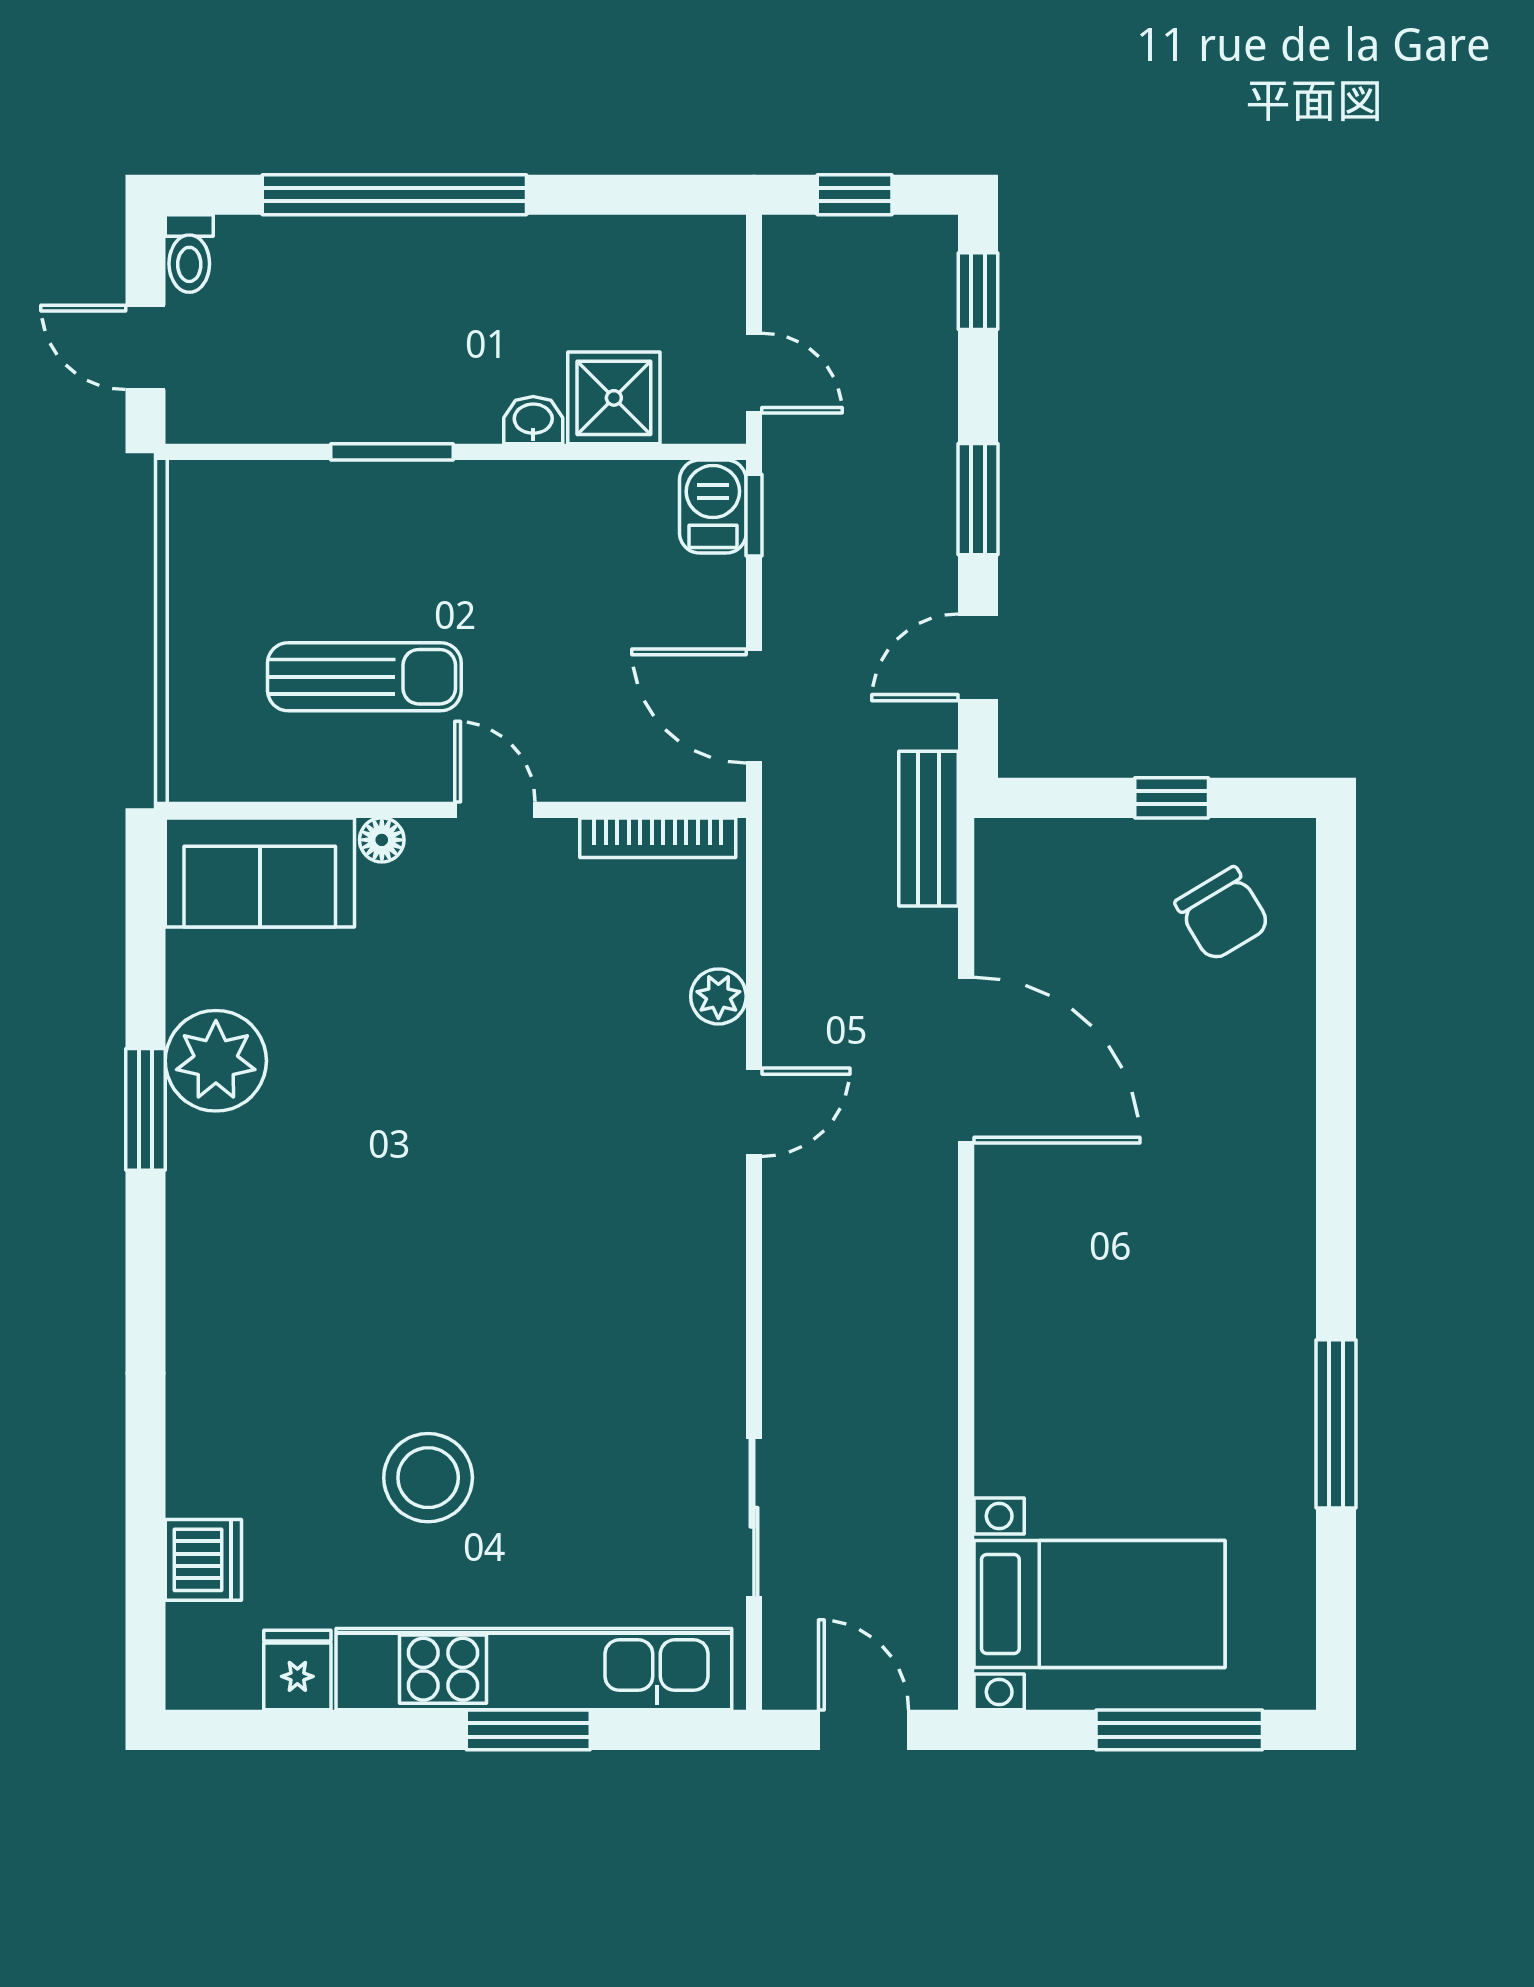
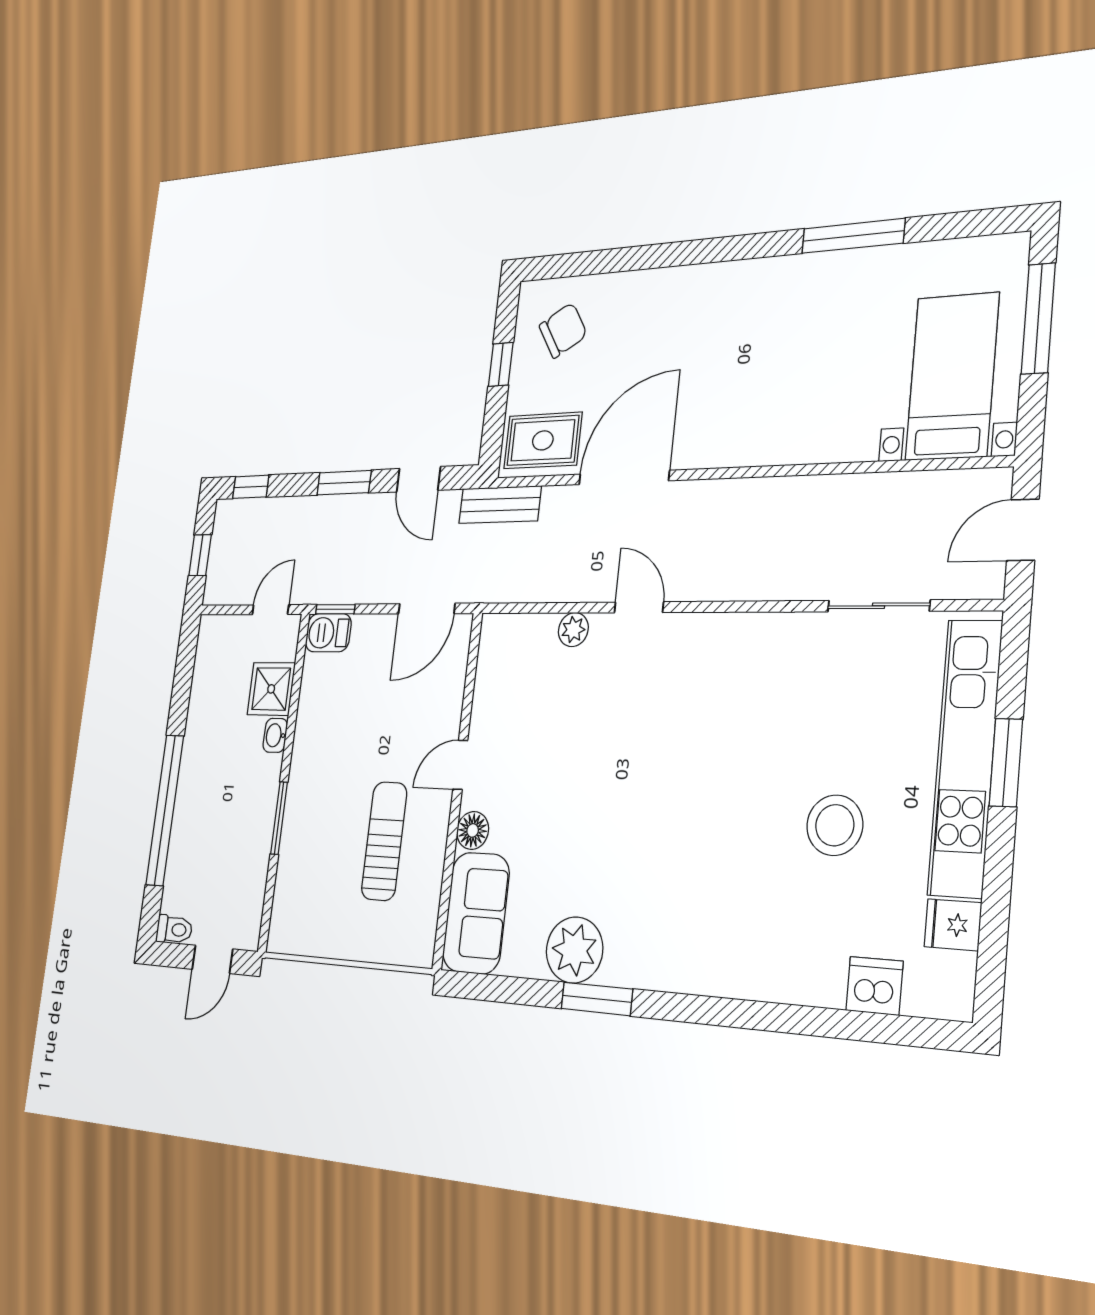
bookcase: (658, 838) -> (486, 666), removed
floor lamp: (382, 840) -> (473, 830), width x1.37, depth x1.37
rug: (1035, 899) -> (543, 440), added

